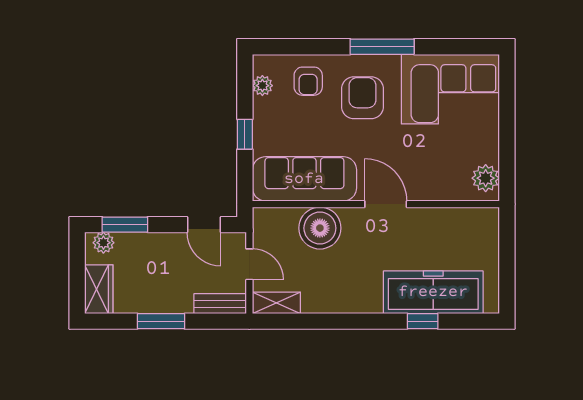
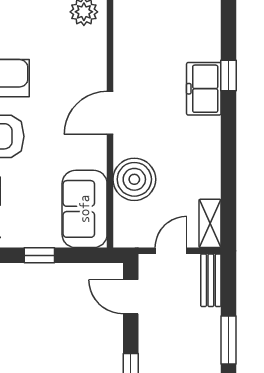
sofa: (304, 179) -> (85, 209), width x0.73
door: (204, 225) -> (131, 297), swing flipped
freezer: (433, 292) -> (204, 89), width x0.52, depth x0.79

